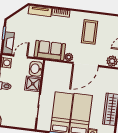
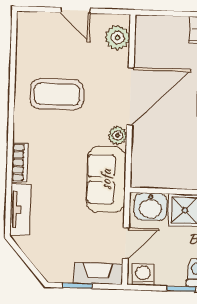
door: (21, 56) -> (126, 243), swing flipped
door: (86, 64) -> (130, 96), hinge flipped

